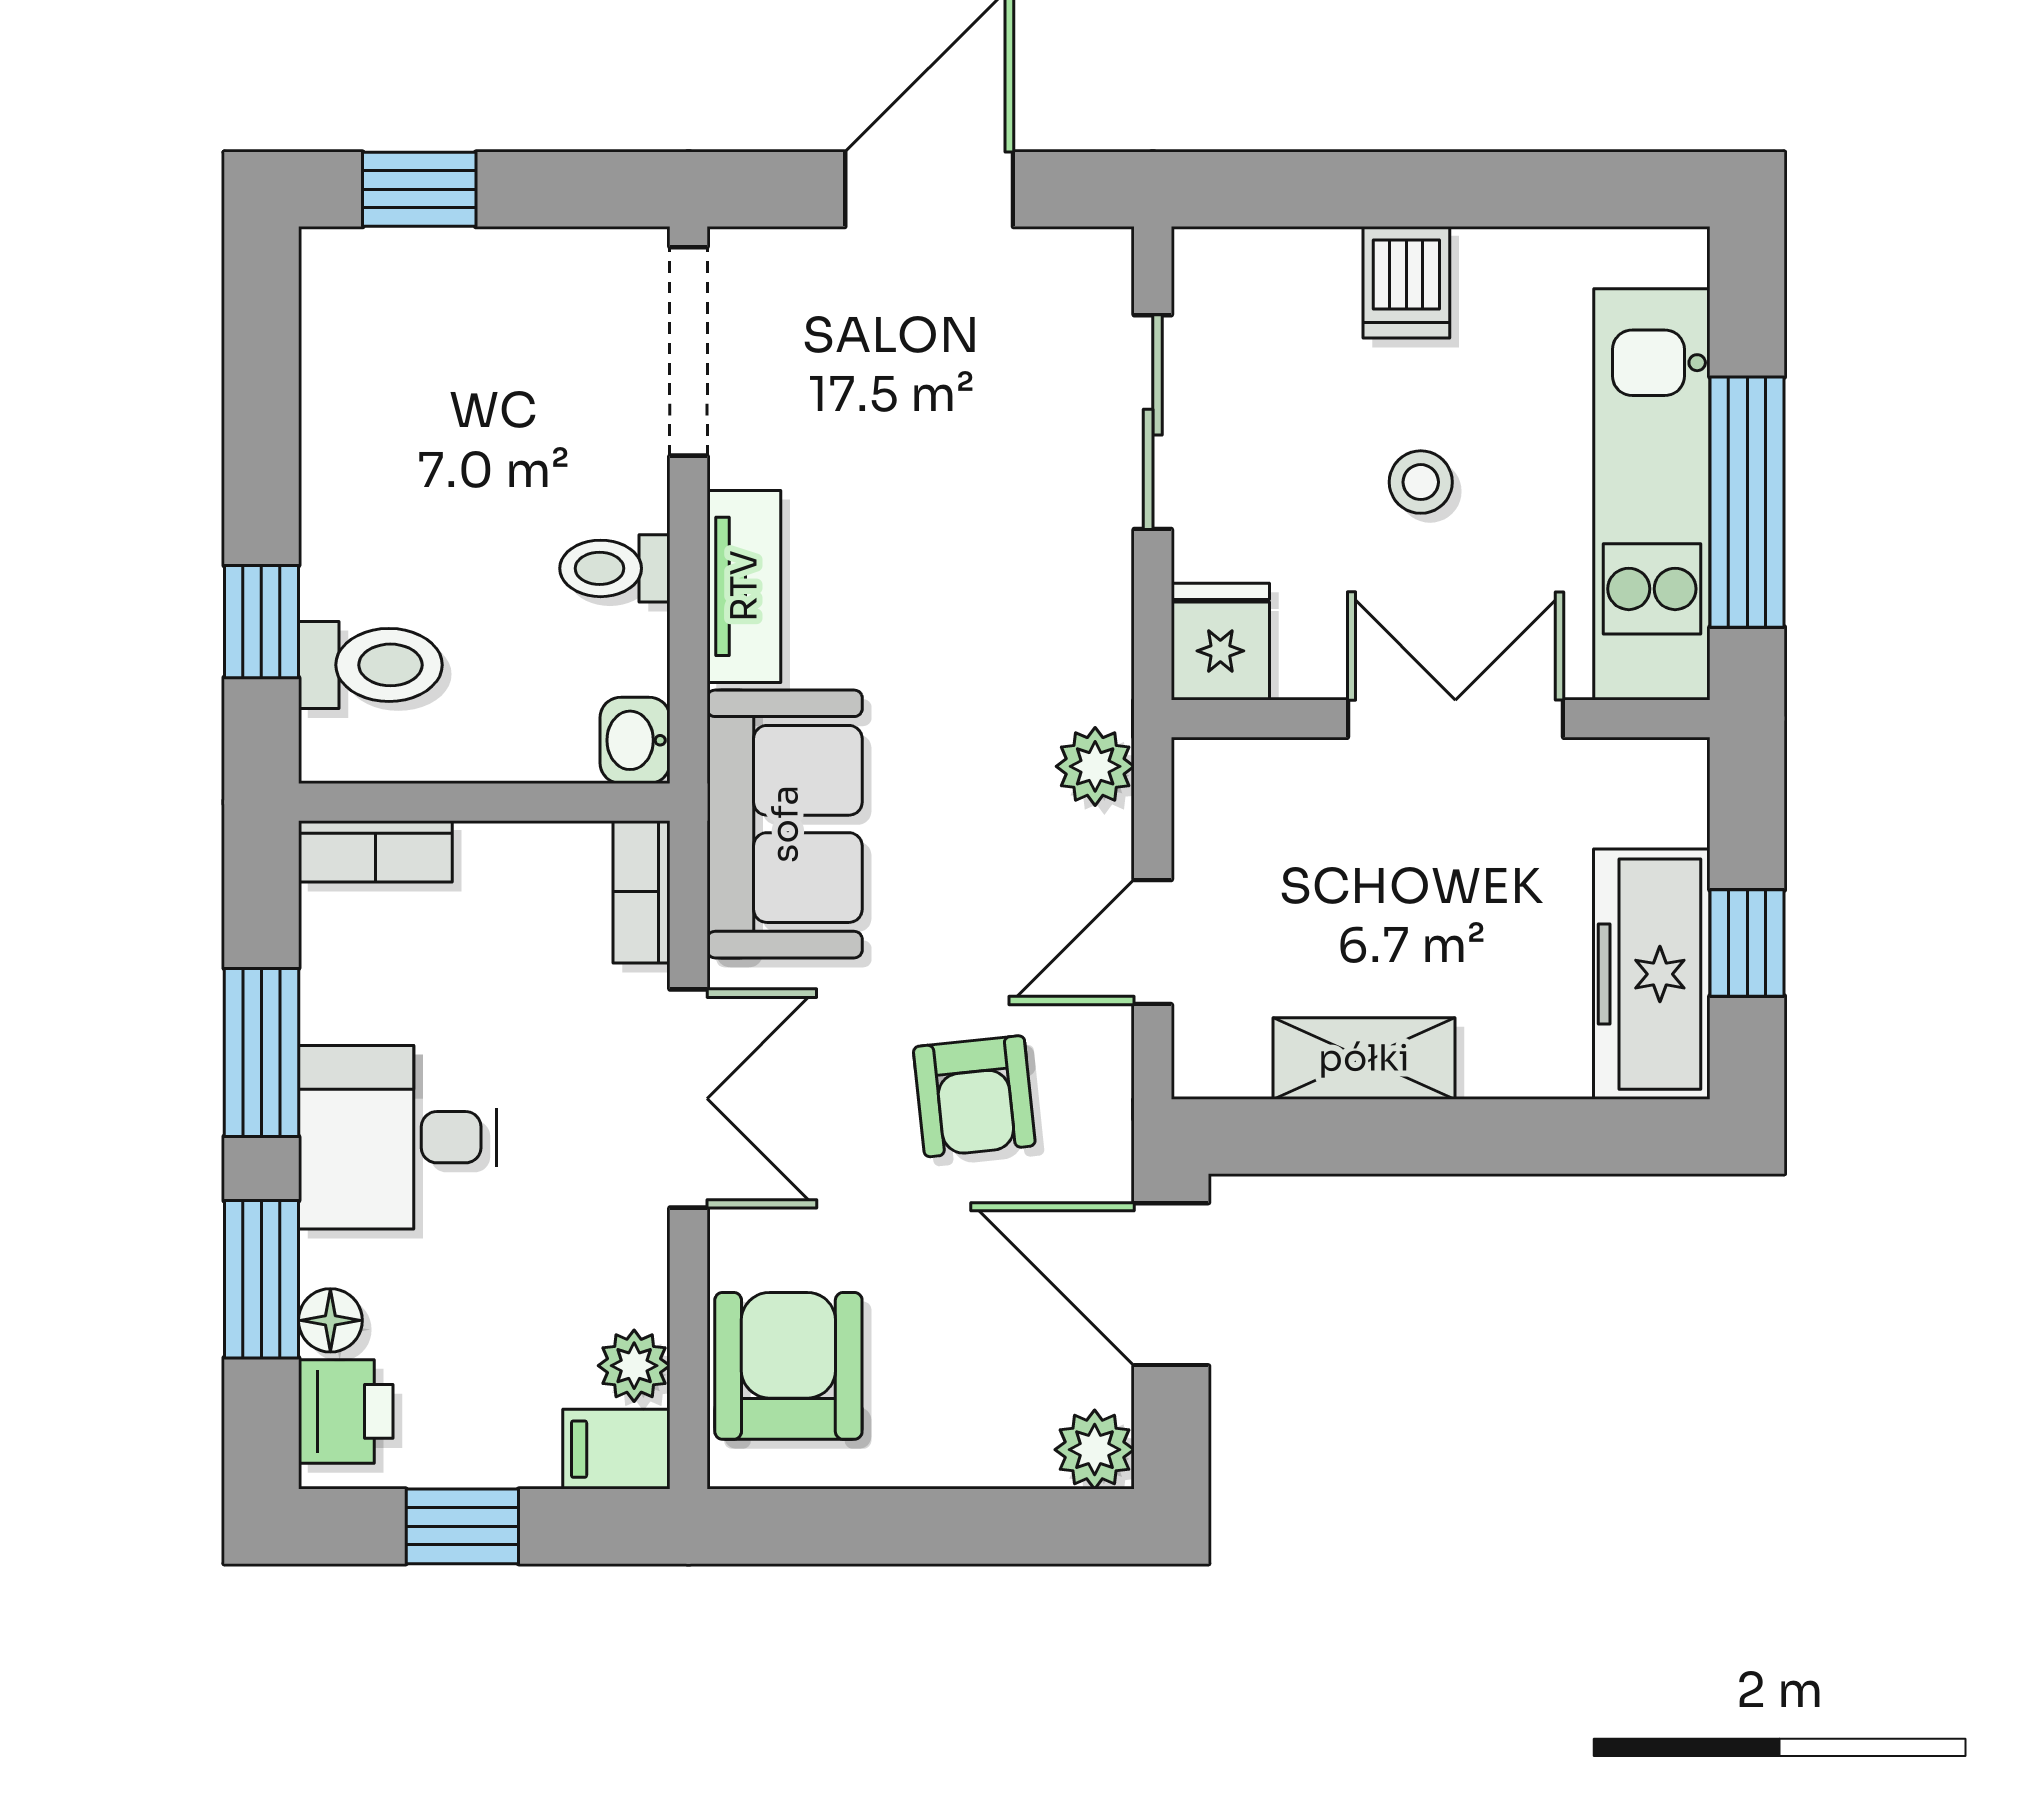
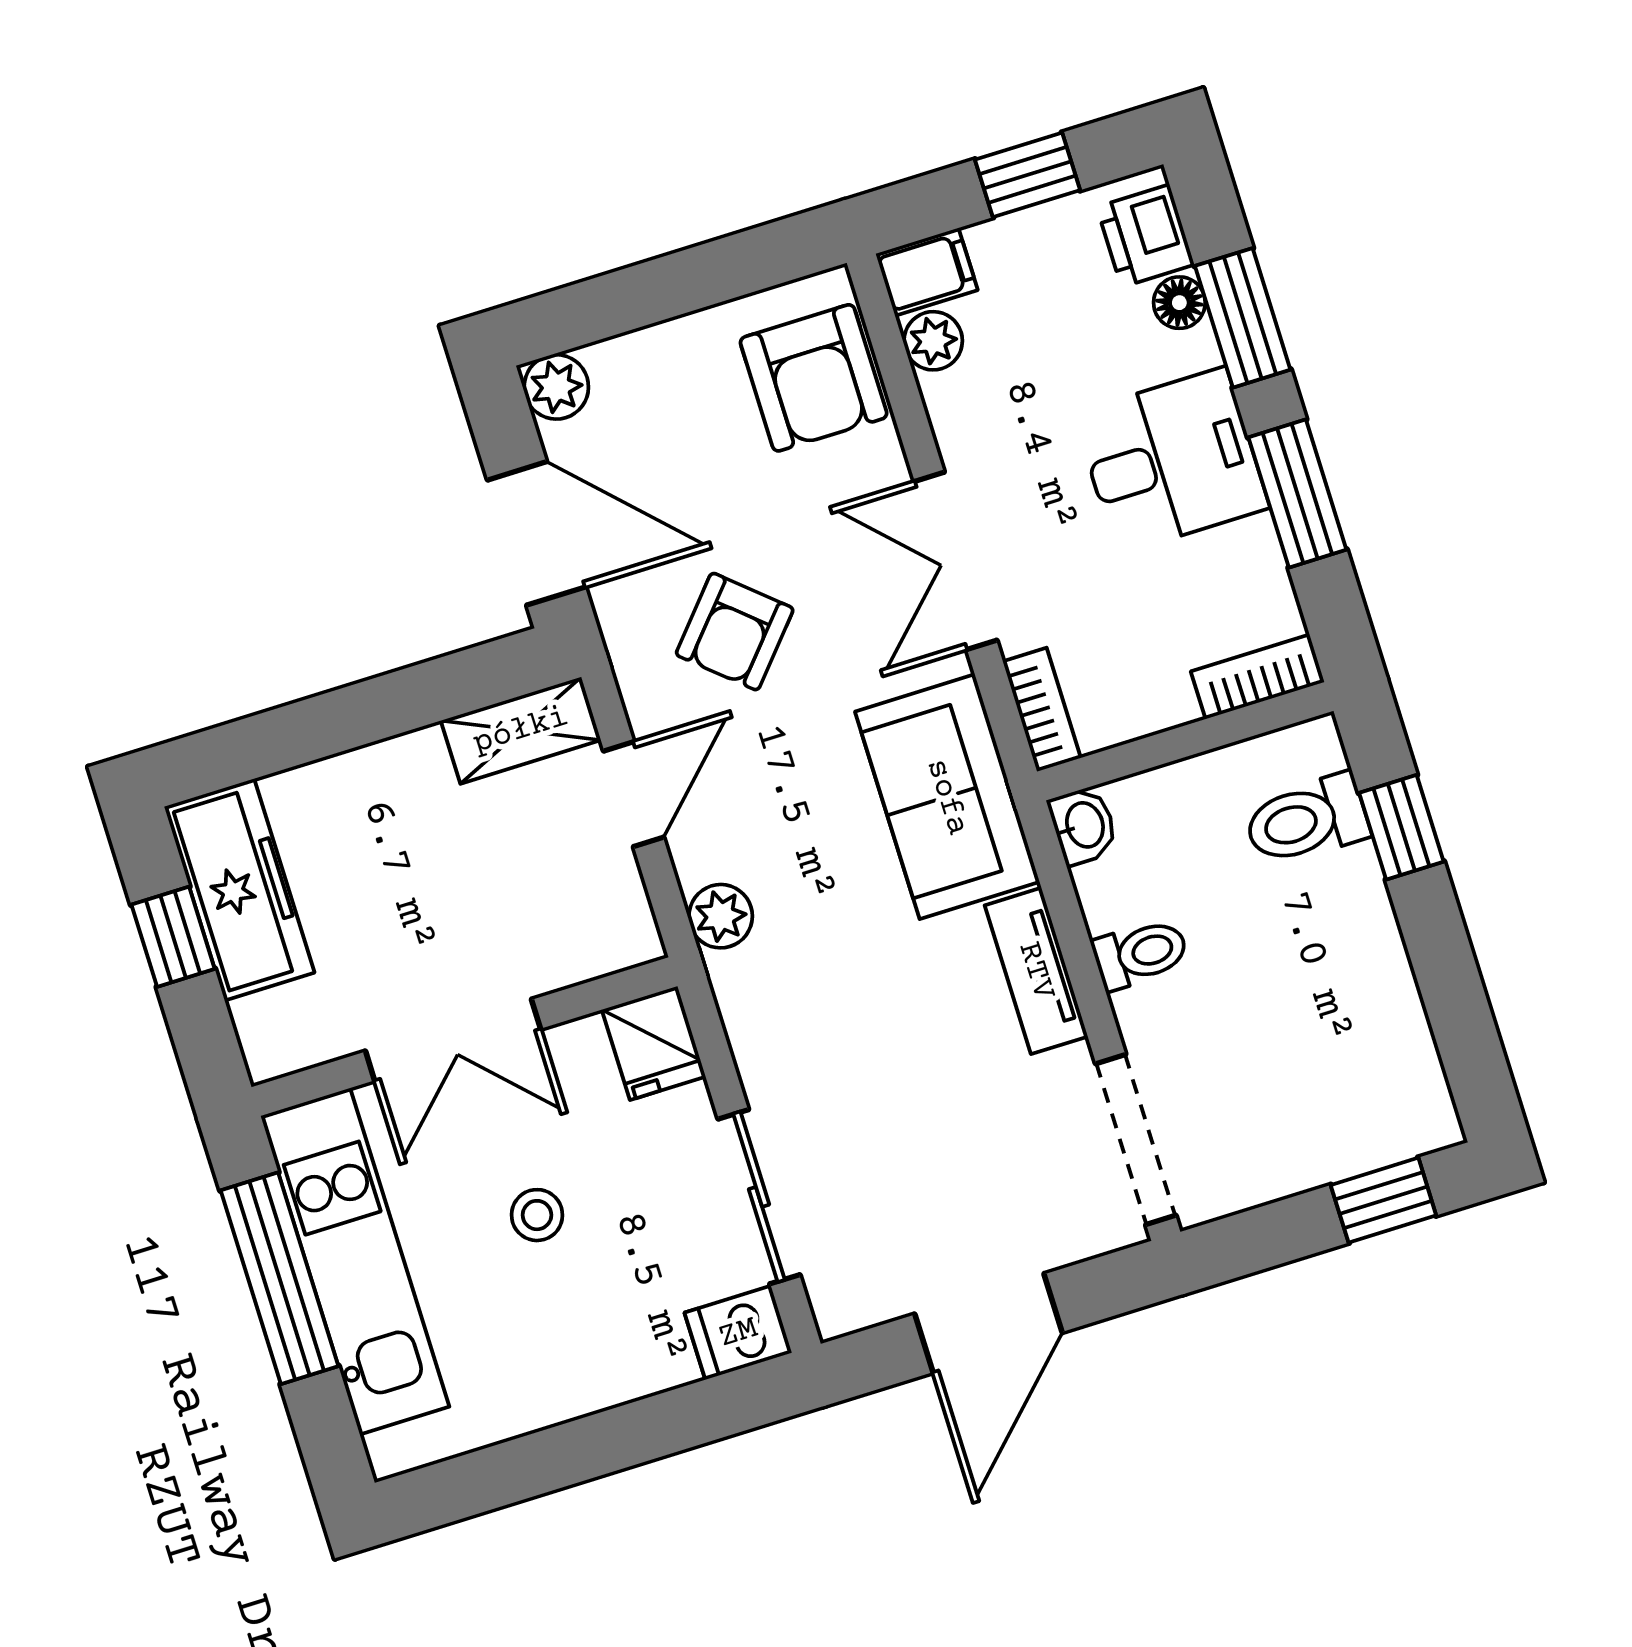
dishwasher: (1406, 282) -> (738, 1333), moved, turned -90
shelving: (1364, 1058) -> (521, 730), moved
armchair: (974, 1096) -> (735, 632), turned -133

